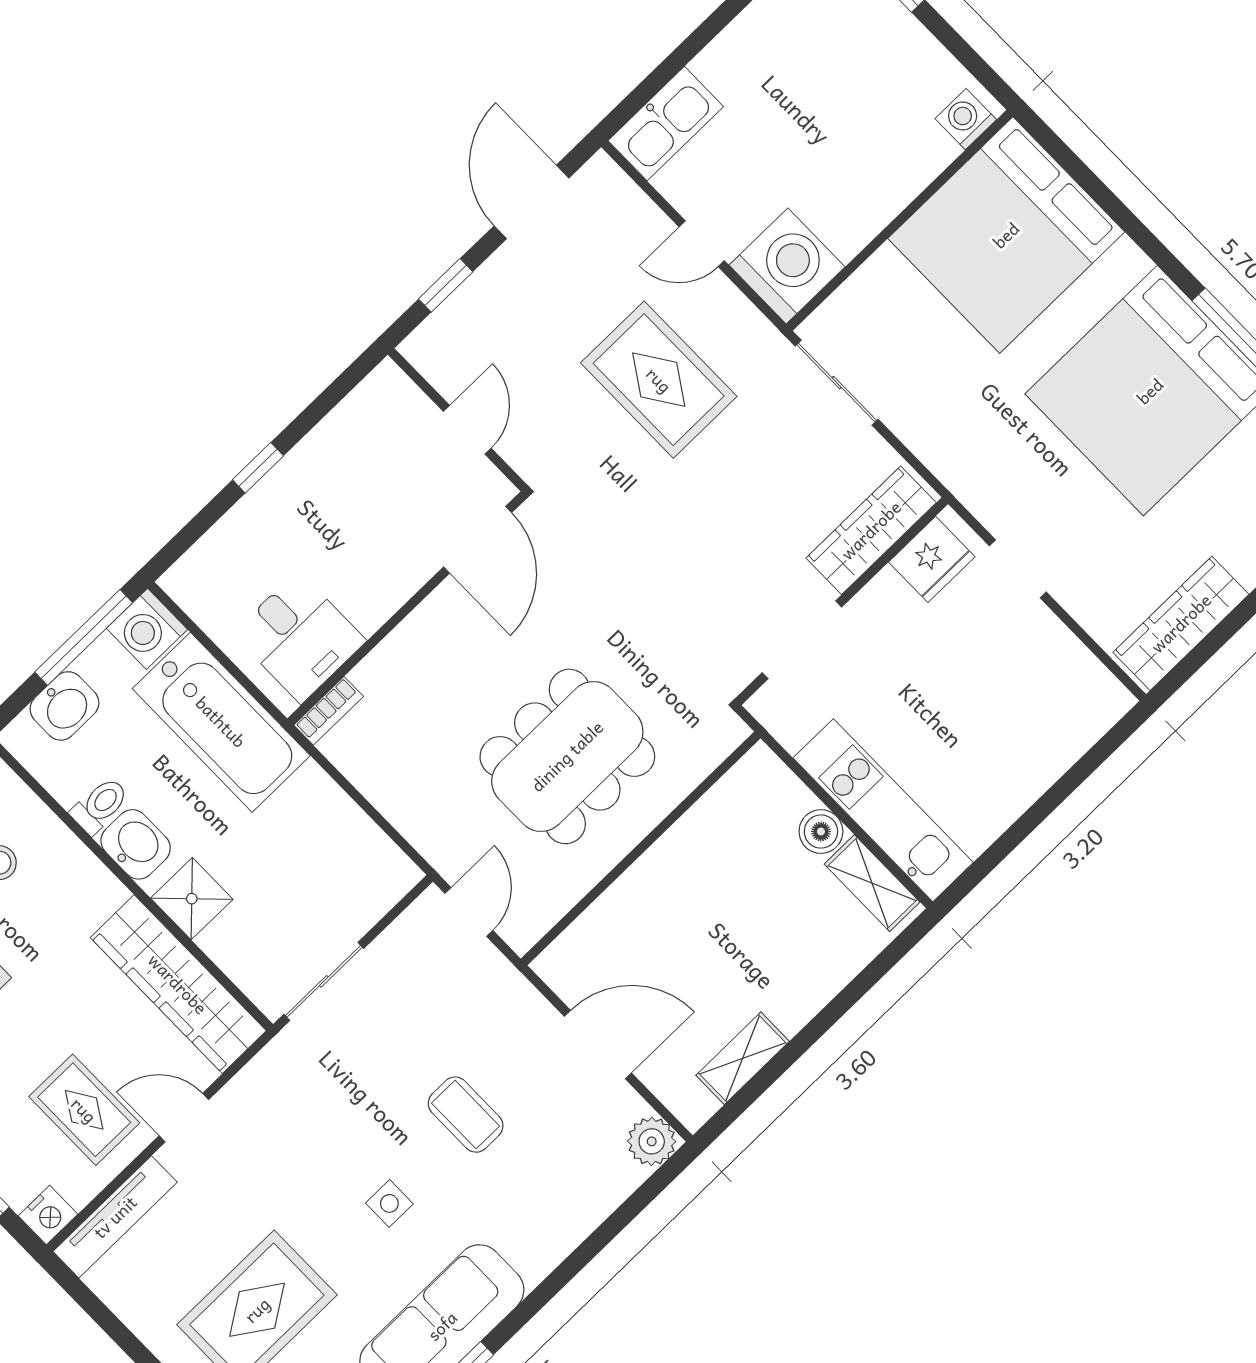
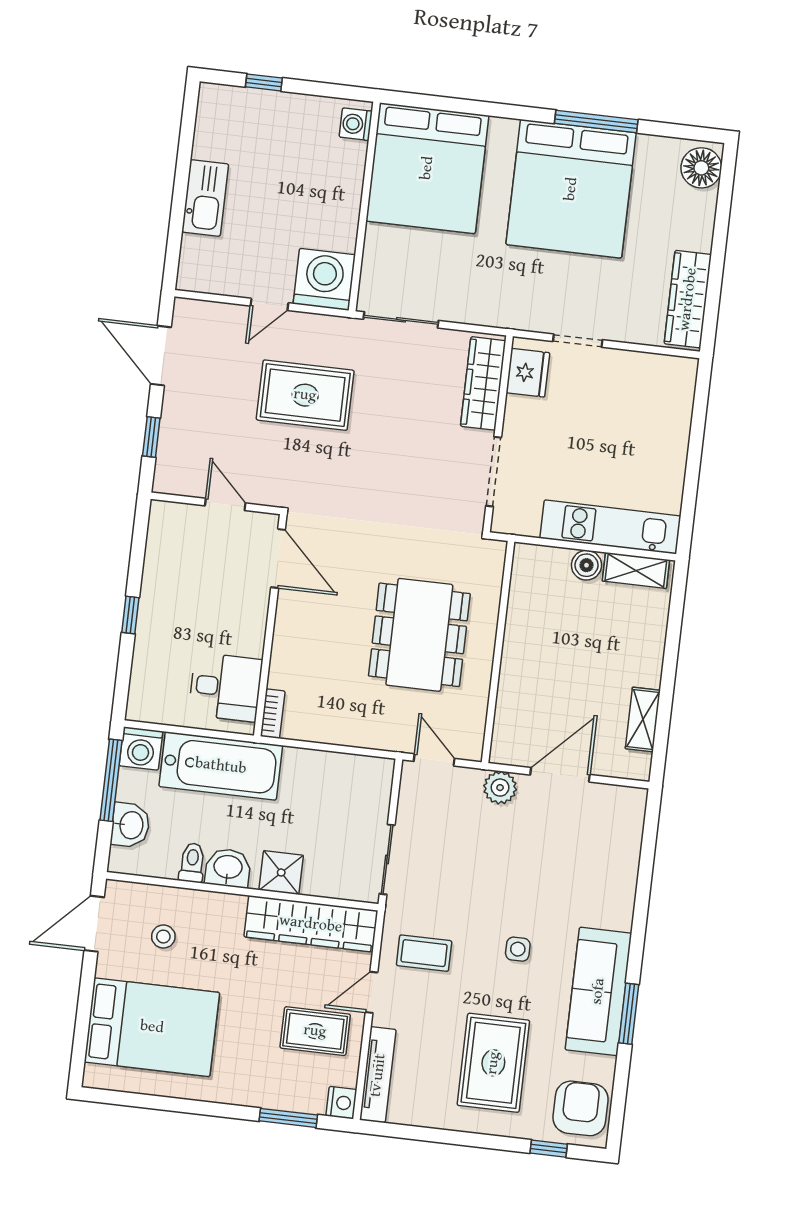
kitchen sink: (666, 124) -> (205, 198), moved
coffee table: (466, 1115) -> (424, 953), moved
plant: (652, 1141) -> (500, 788), moved

